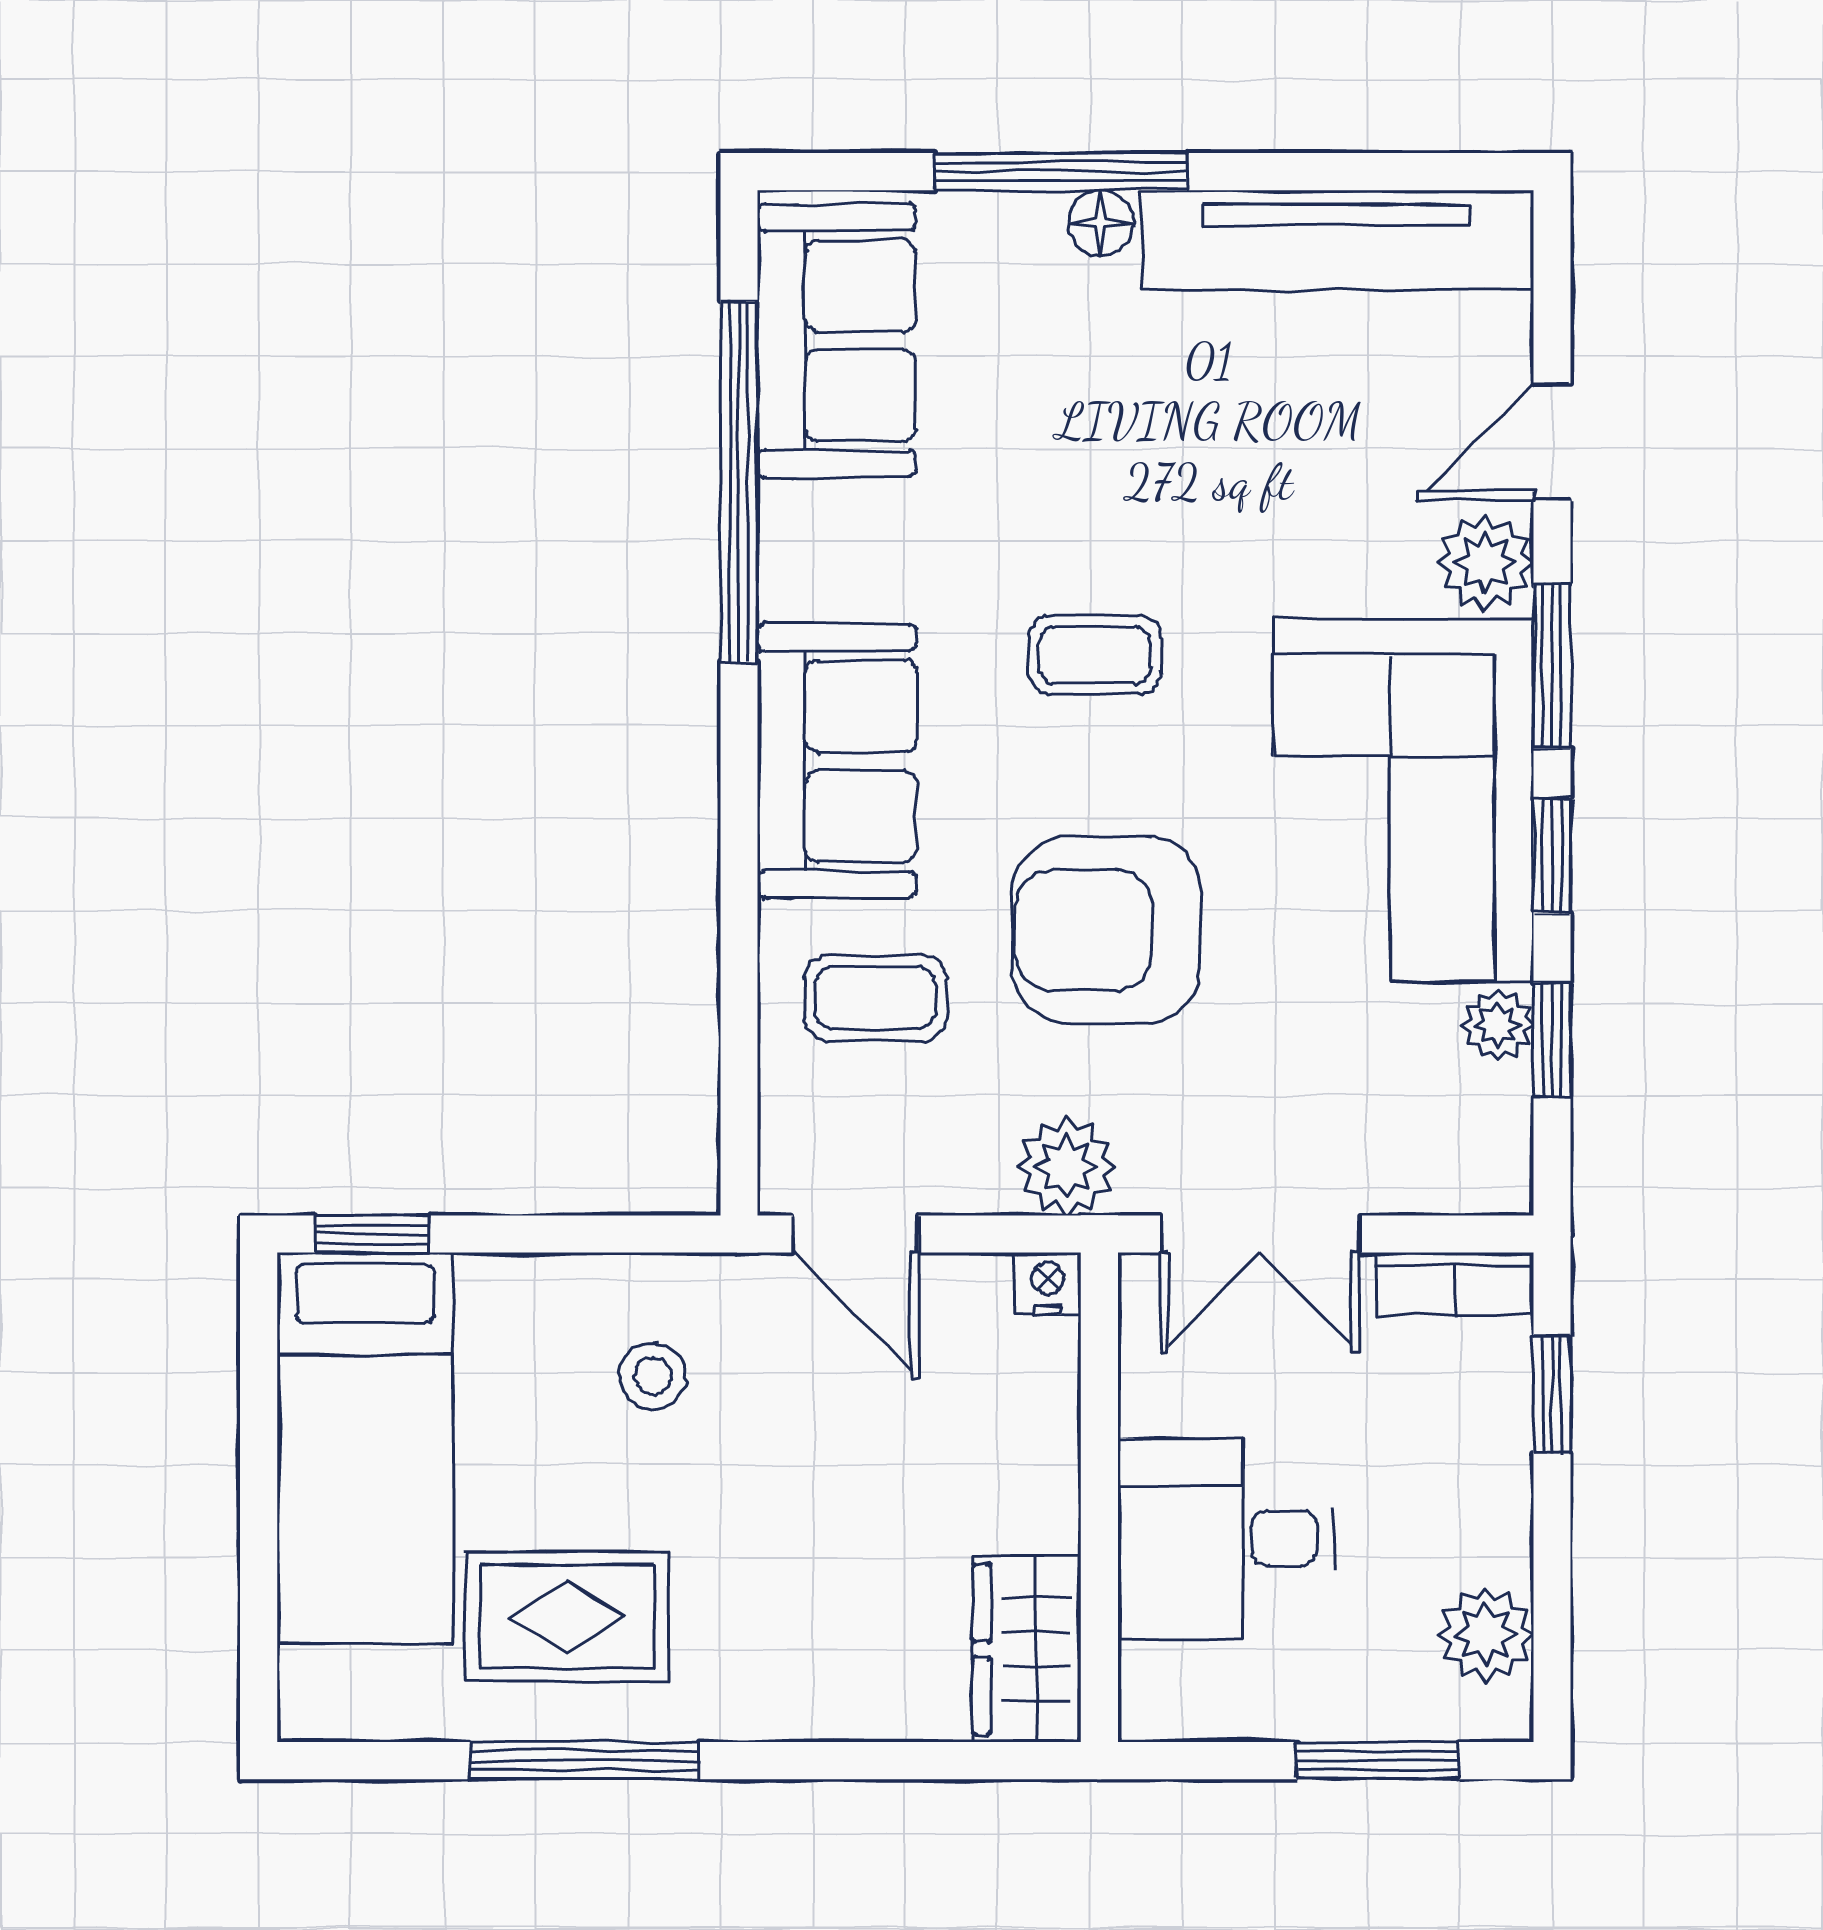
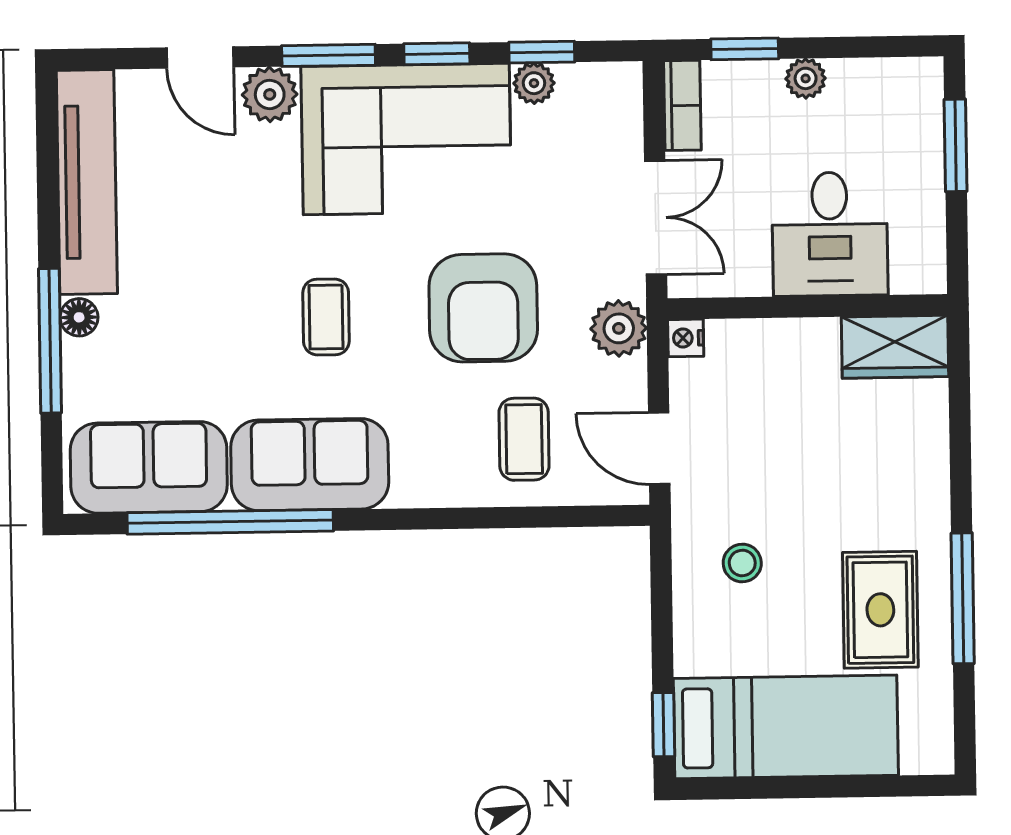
sofa: (837, 761) -> (310, 465), moved
door: (856, 1234) -> (659, 448), swing flipped
plant: (1486, 1634) -> (806, 78), moved, width x0.73, depth x0.73

